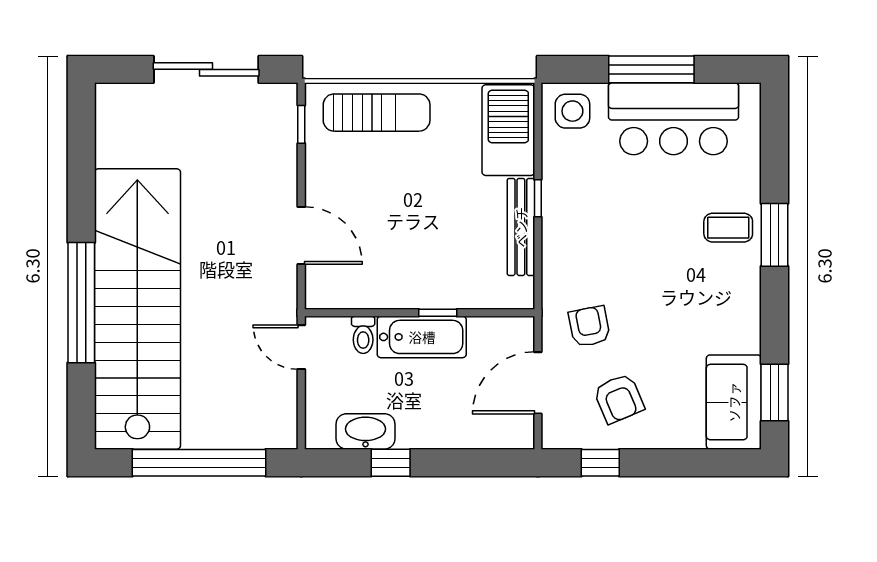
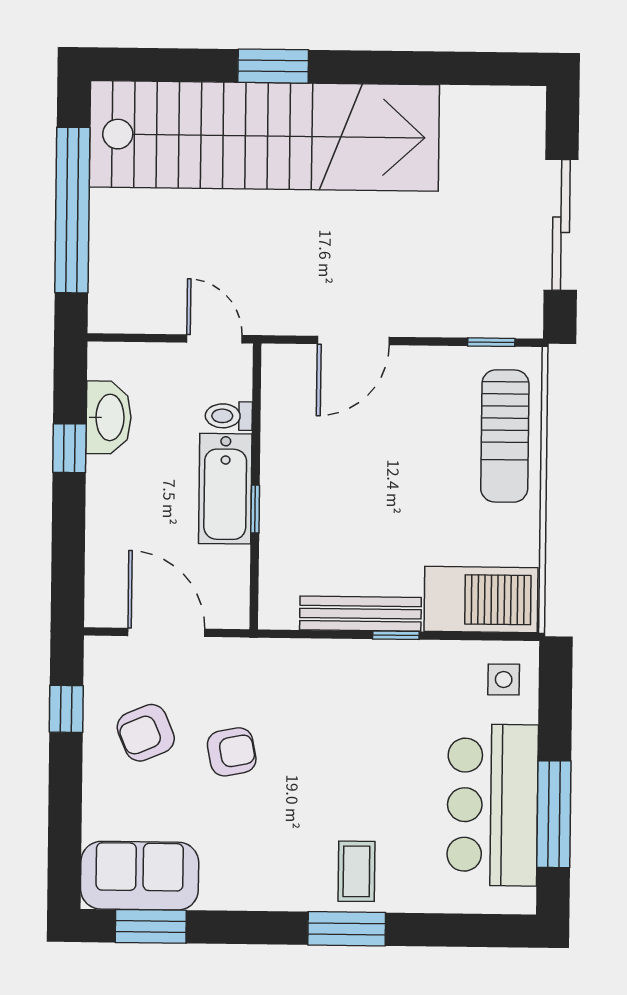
window: (651, 69) -> (554, 814), moved
side table: (572, 111) -> (504, 679), width x0.73, depth x0.73
window: (81, 303) -> (273, 66), width x0.47
armchair: (589, 327) -> (232, 752), moved
door: (301, 347) -> (214, 339), hinge flipped

